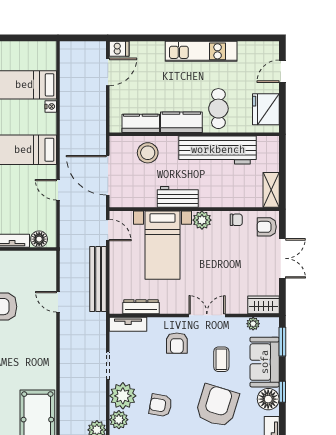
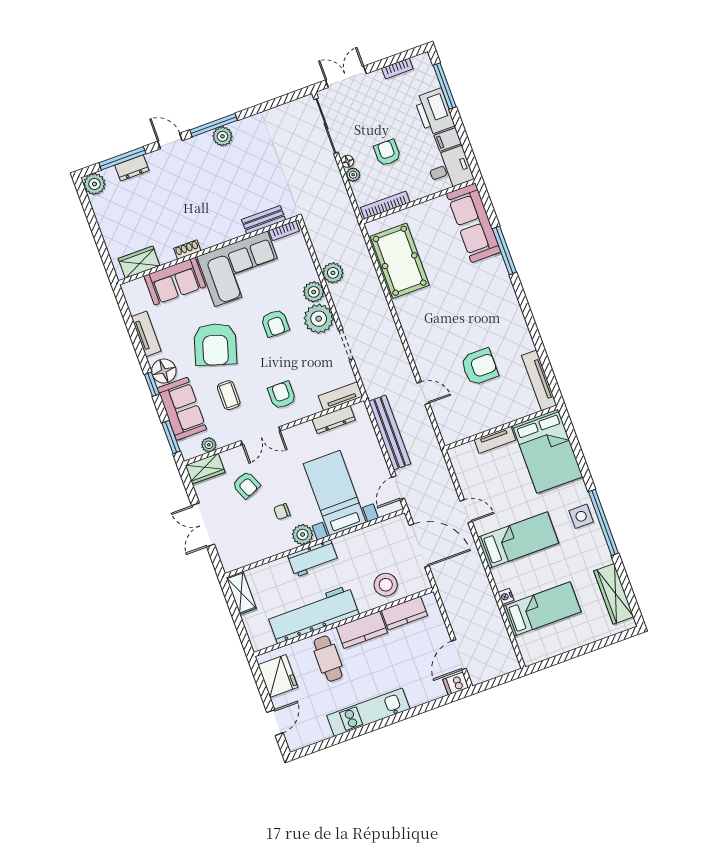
workbench: (178, 197) -> (313, 558), moved
chair: (236, 220) -> (282, 512), moved
armchair: (267, 227) -> (246, 485), moved, turned 67
door: (108, 230) -> (398, 488), hinge flipped
floor lamp: (39, 239) -> (467, 452), removed
armchair: (161, 405) -> (275, 323), turned 80

